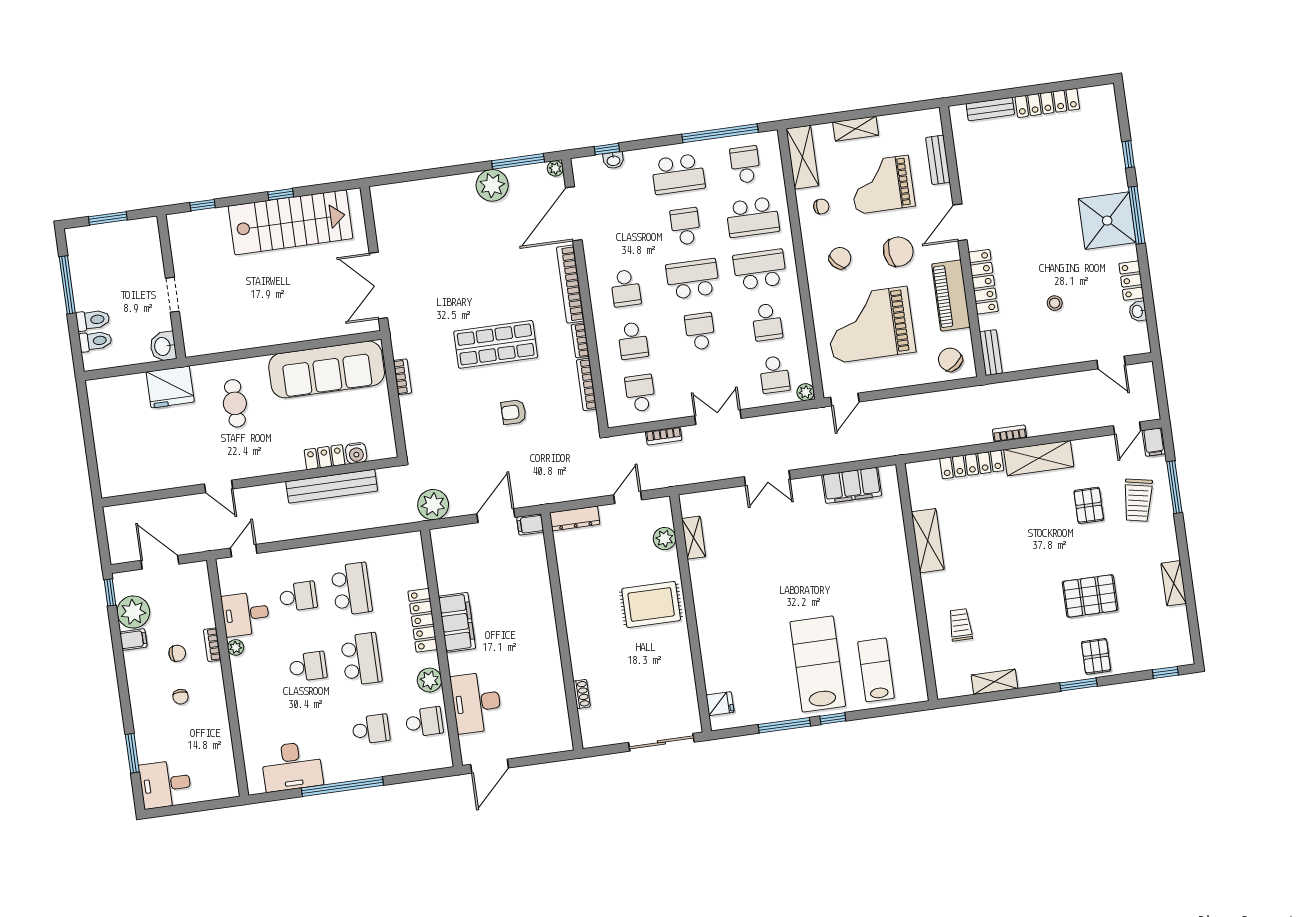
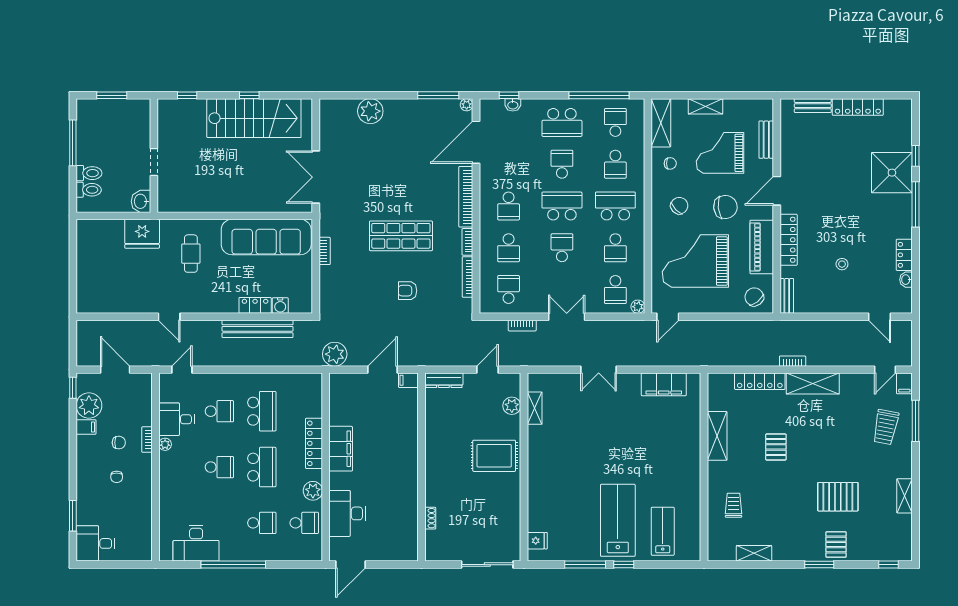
plant: (492, 185) -> (370, 111), moved
school desk: (753, 217) -> (615, 164), width x0.54
shower: (1107, 221) -> (892, 173), moved
pallet: (1089, 505) -> (776, 447), moved

